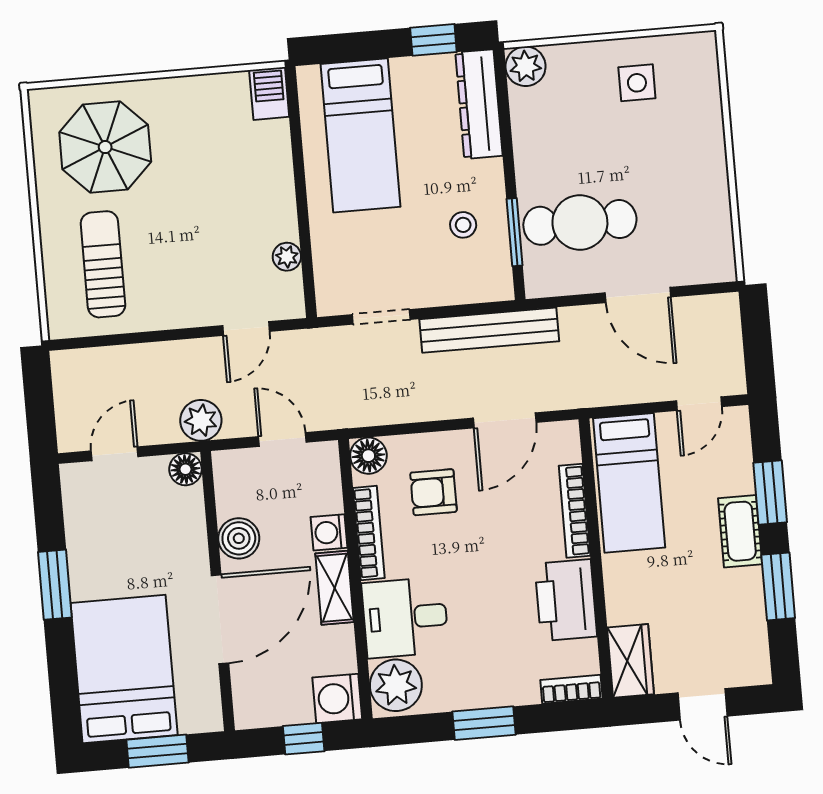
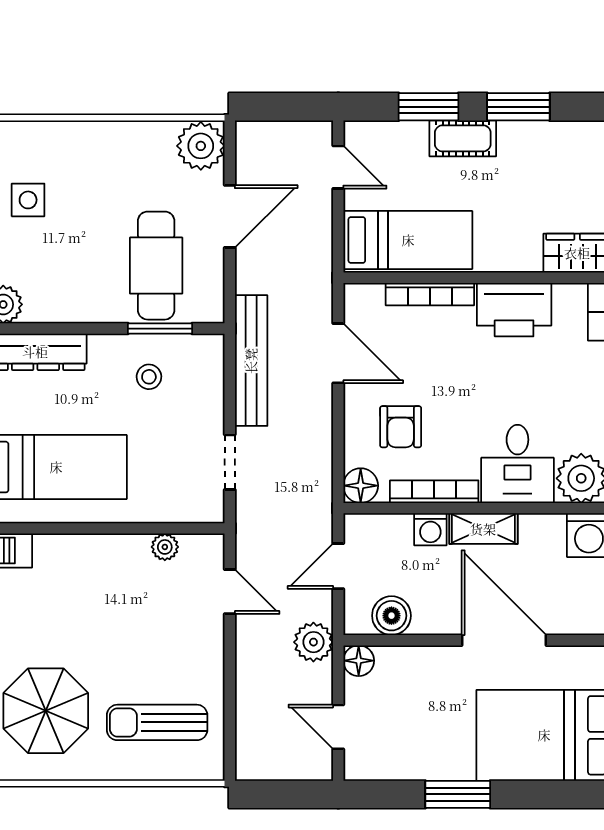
plant: (709, 258) -> (201, 146), added
boiler: (239, 538) -> (391, 616), moved

